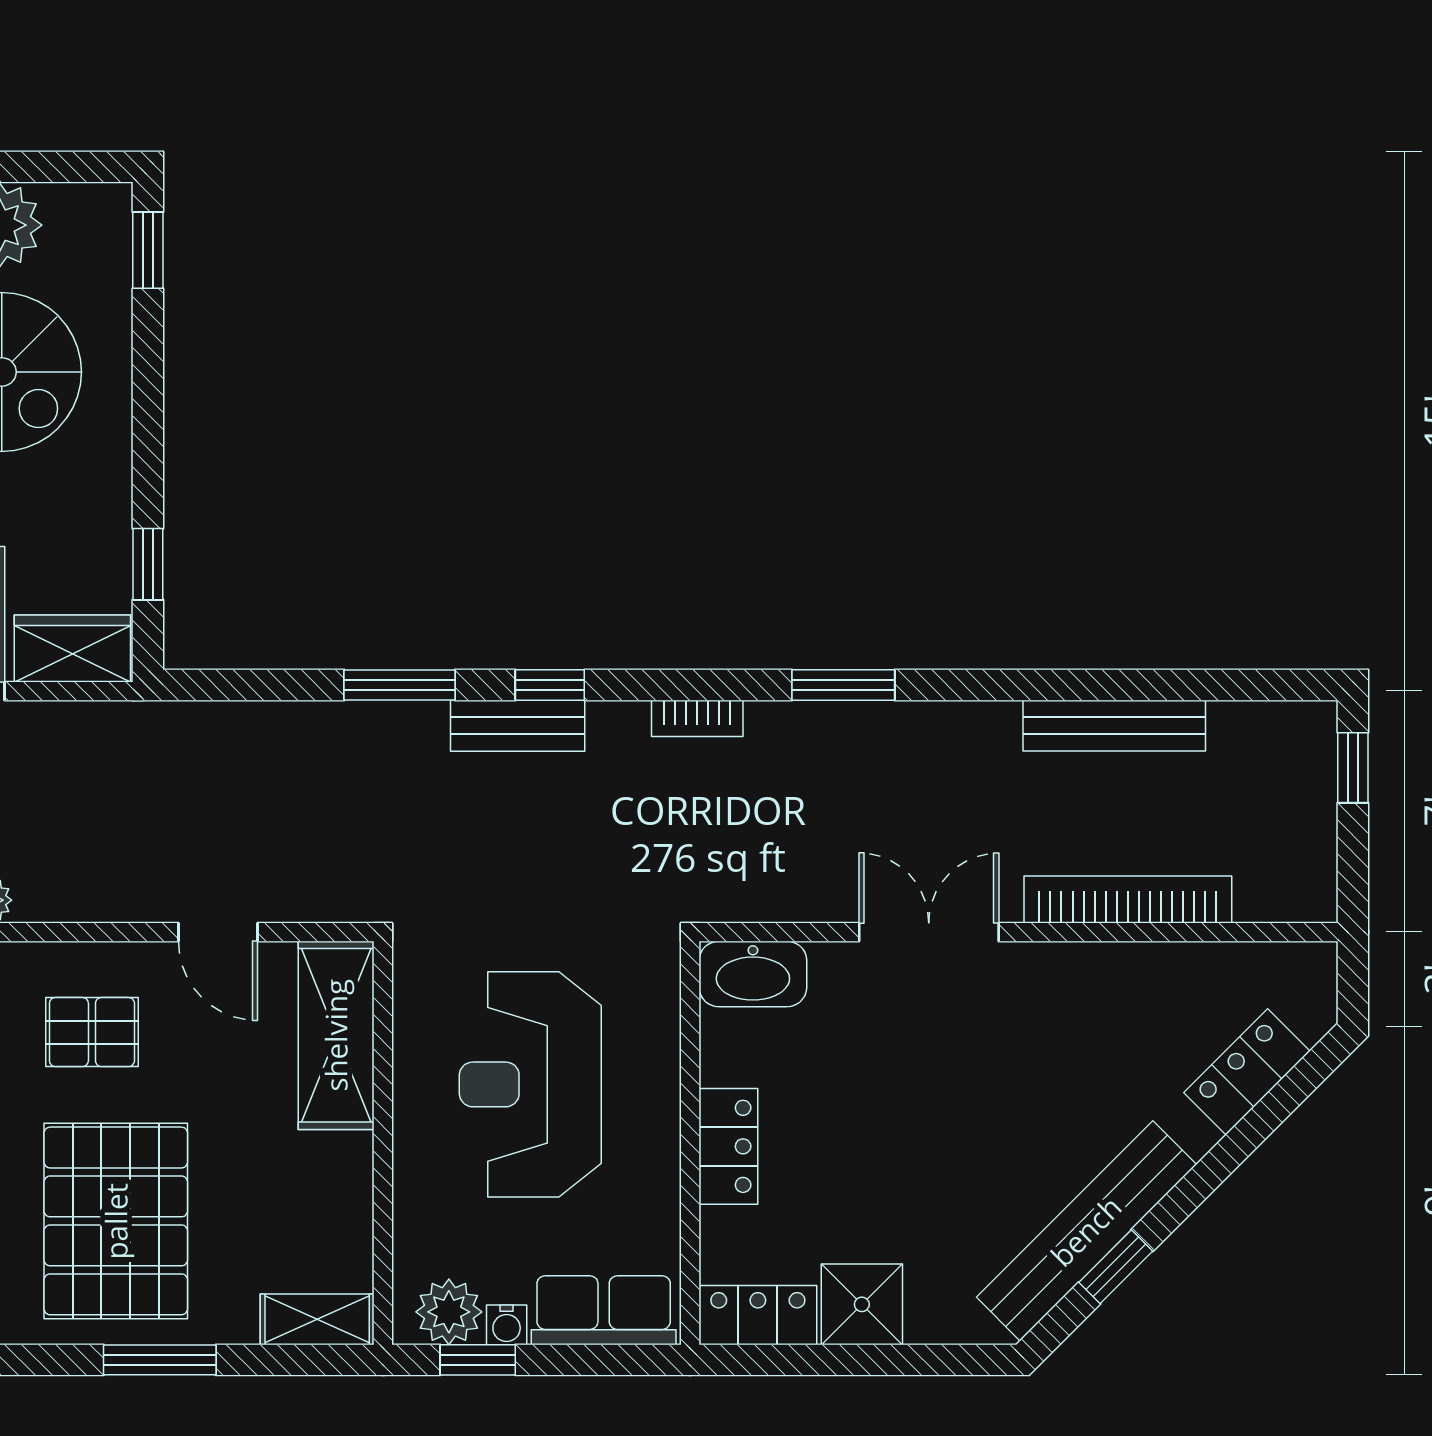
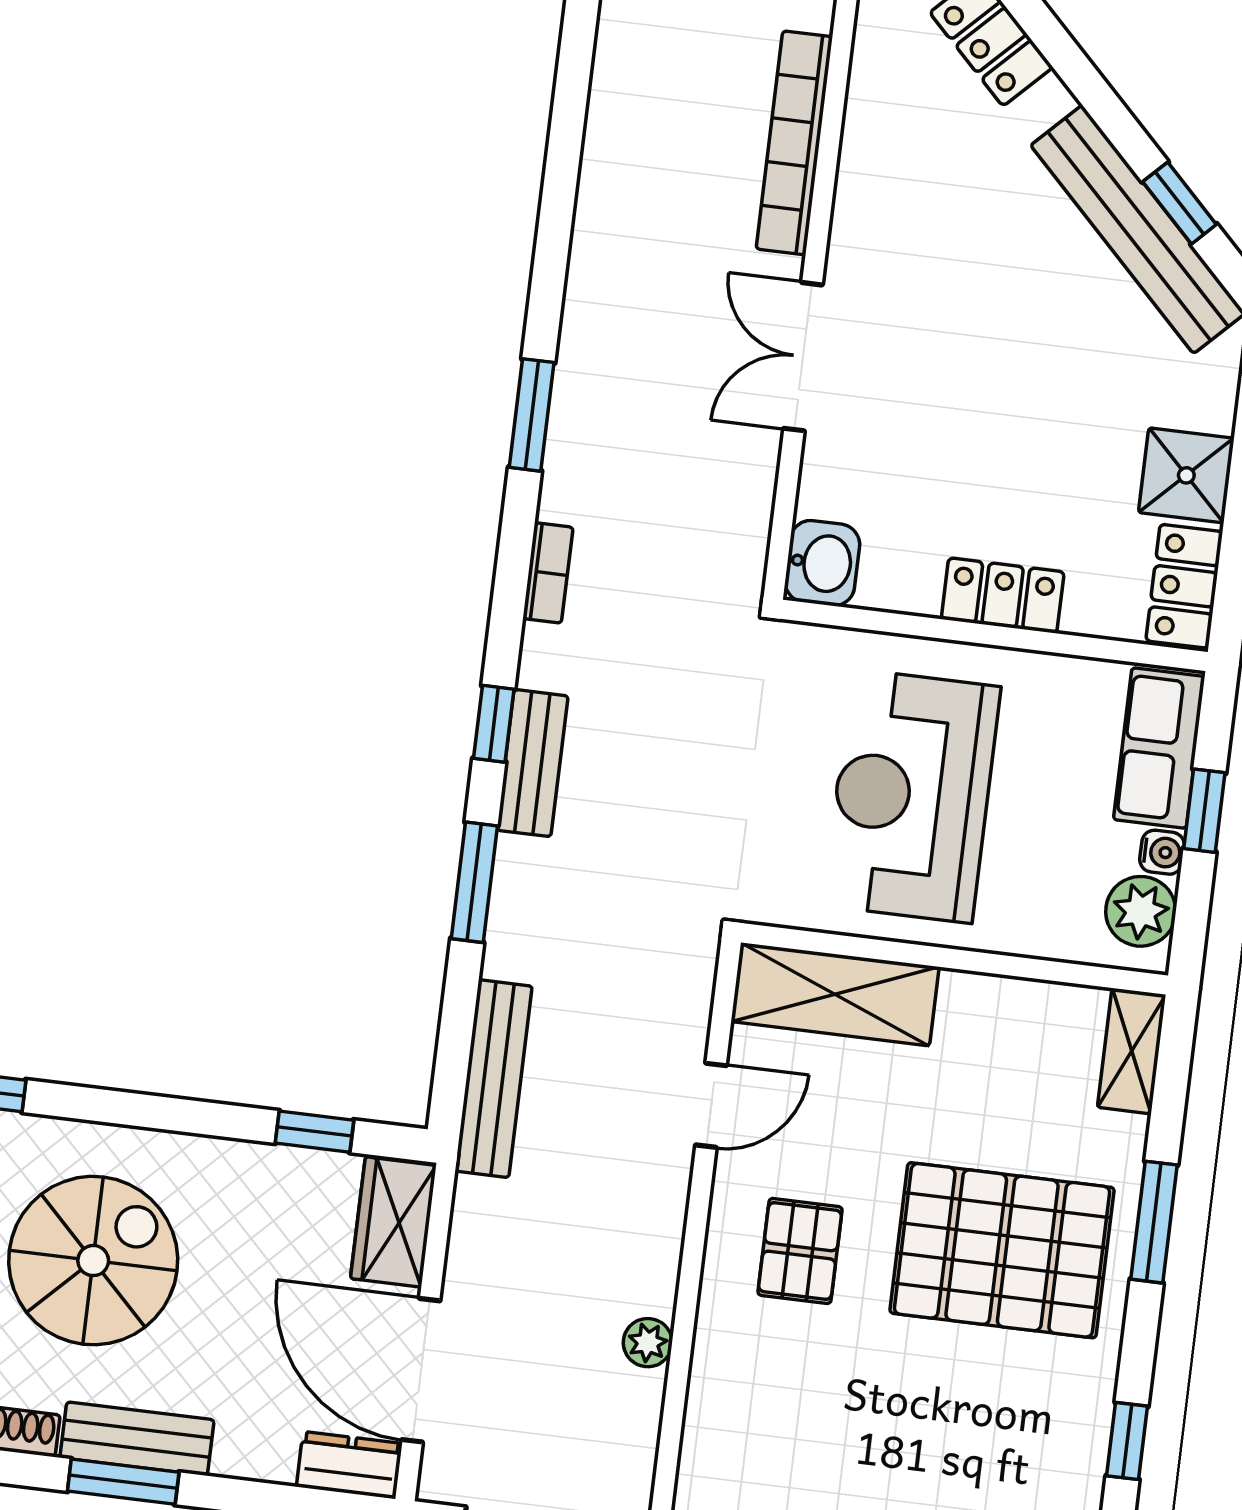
bench: (1114, 726) -> (494, 1079), moved
washbasin: (753, 974) -> (822, 563), width x0.72
reception desk: (530, 1084) -> (912, 796), turned 90
window: (478, 1360) -> (1204, 811), moved

